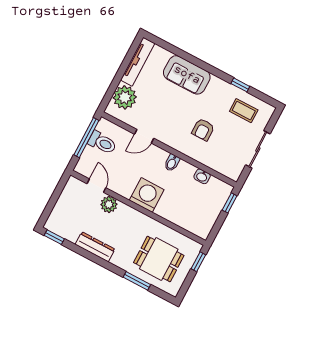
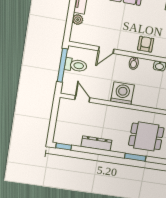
plant: (125, 97) -> (78, 20), width x0.53, depth x0.53
armchair: (203, 130) -> (146, 44), moved, turned 180
plant: (109, 204) -> (96, 109), removed

